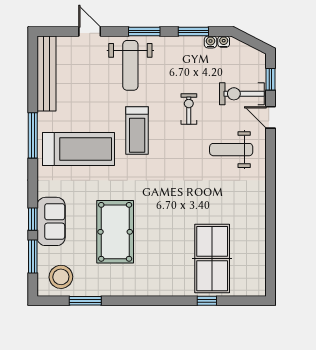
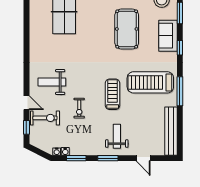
weight bench: (130, 65) -> (117, 136), width x0.73, depth x0.75
weight bench: (231, 150) -> (52, 82), turned 180
window: (33, 219) -> (180, 48), moved

